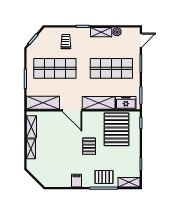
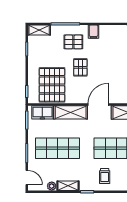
door: (141, 40) -> (27, 178), swing flipped
door: (72, 110) -> (98, 105), hinge flipped
pallet: (104, 177) -> (73, 42), moved

